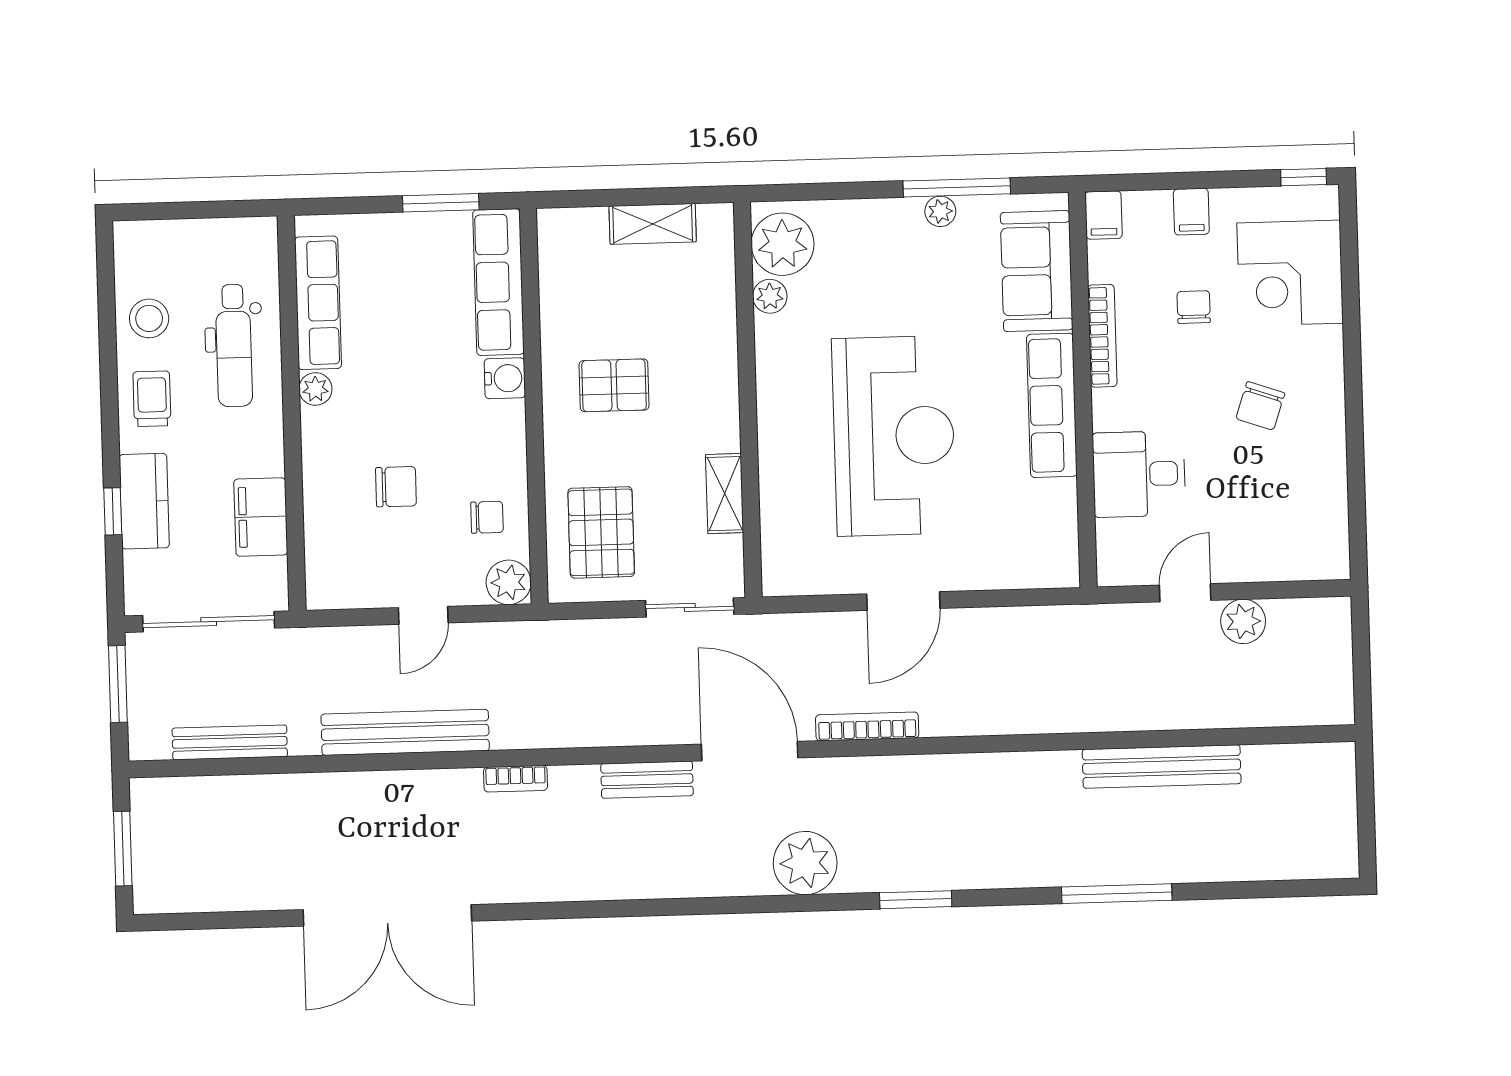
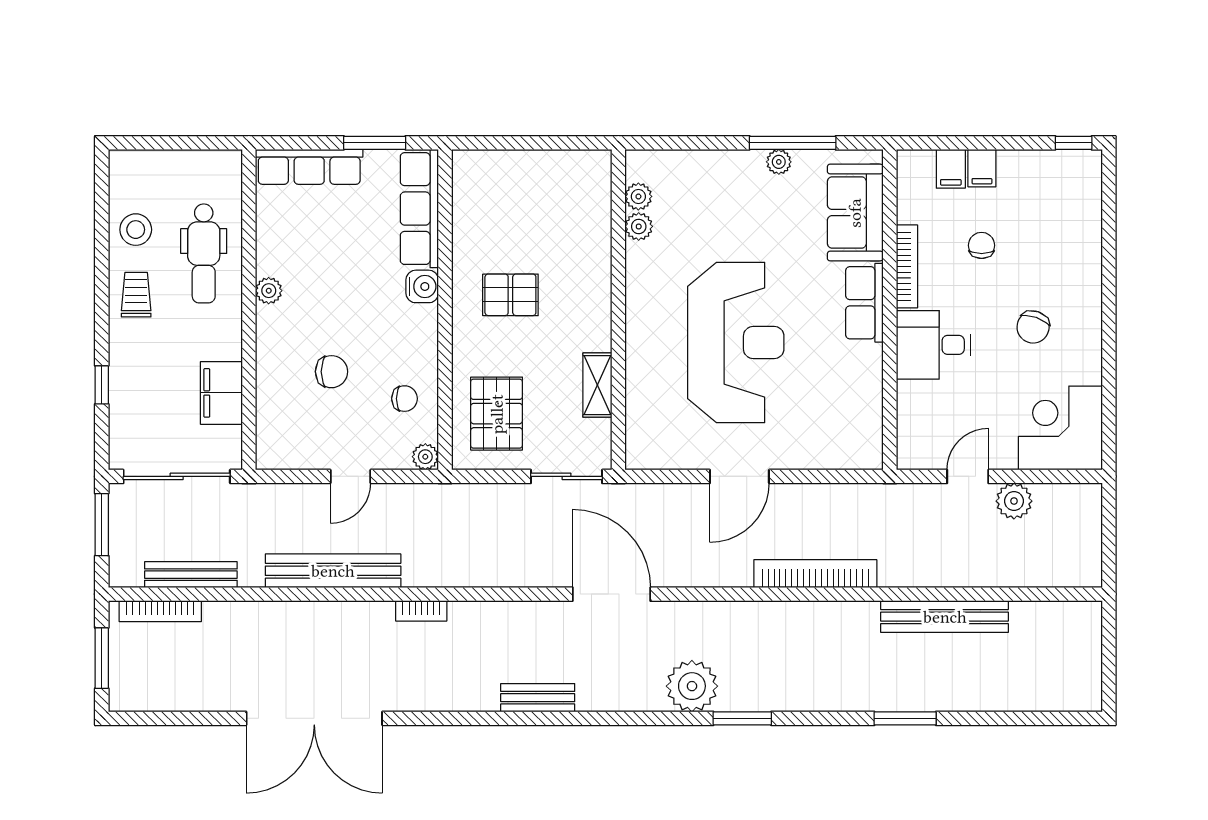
filing cabinet: (1104, 215) -> (951, 169), moved
shelving: (653, 224) -> (546, 165), removed
plant: (783, 244) -> (638, 196), width x0.53, depth x0.53
corner desk: (1290, 273) -> (1060, 428), moved, turned 90
row of seats: (318, 303) -> (309, 167), moved, turned 90
row of seats: (1052, 405) -> (864, 303), width x0.68
desk: (1139, 474) -> (933, 345), moved
kitchen counter: (144, 501) -> (127, 377), removed
plant: (509, 582) -> (425, 457), width x0.73, depth x0.73
bookcase: (867, 726) -> (815, 574), moved, width x1.48, depth x1.31
bench: (647, 780) -> (538, 698), moved
bookcase: (193, 789) -> (160, 611), added
plant: (805, 863) -> (692, 686), moved
window: (1117, 894) -> (905, 718), width x0.69

